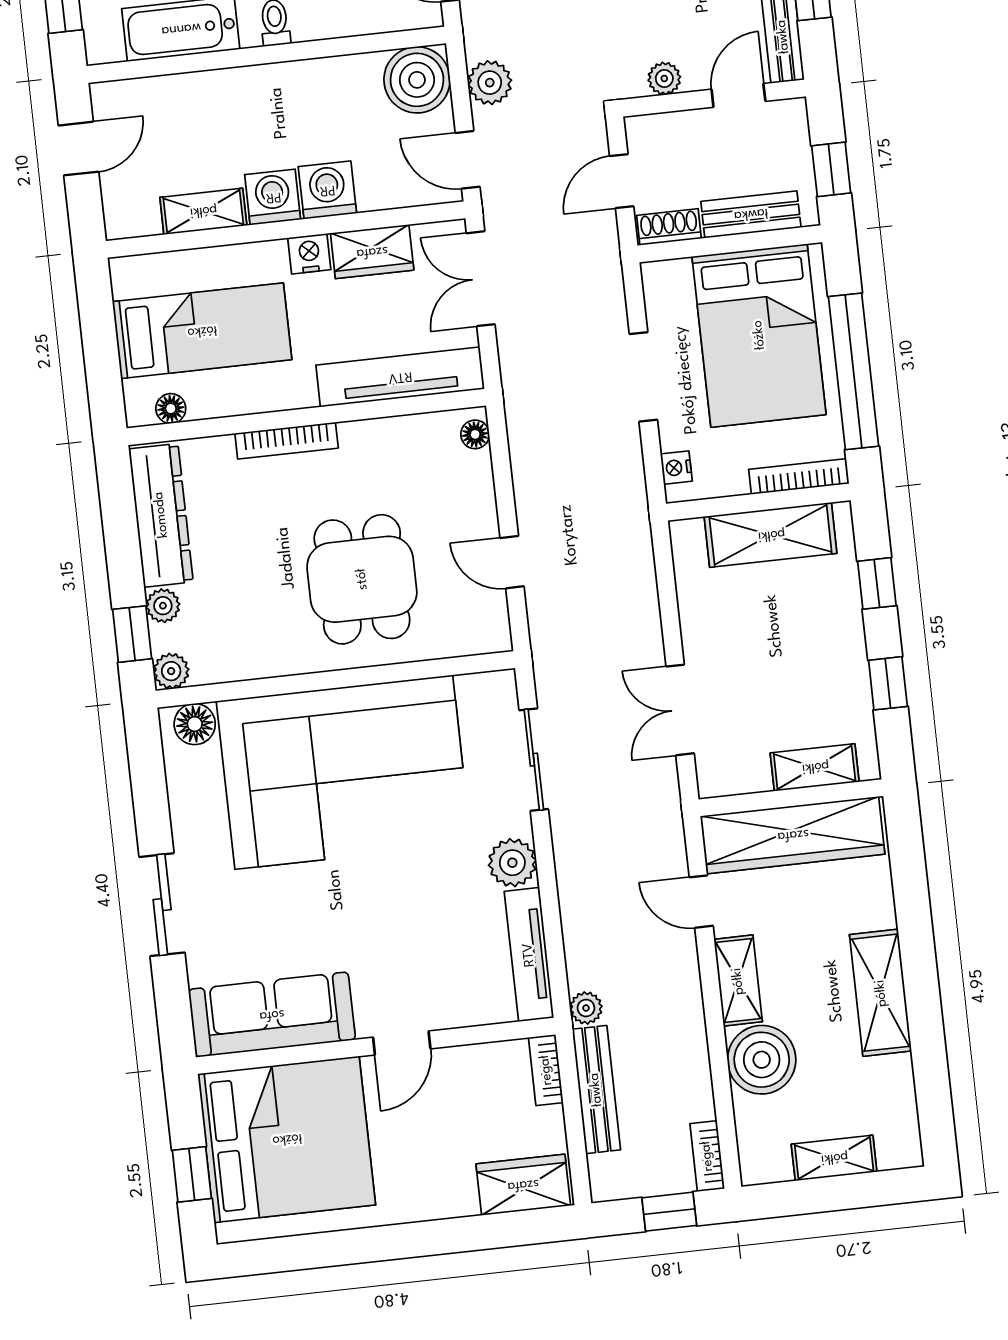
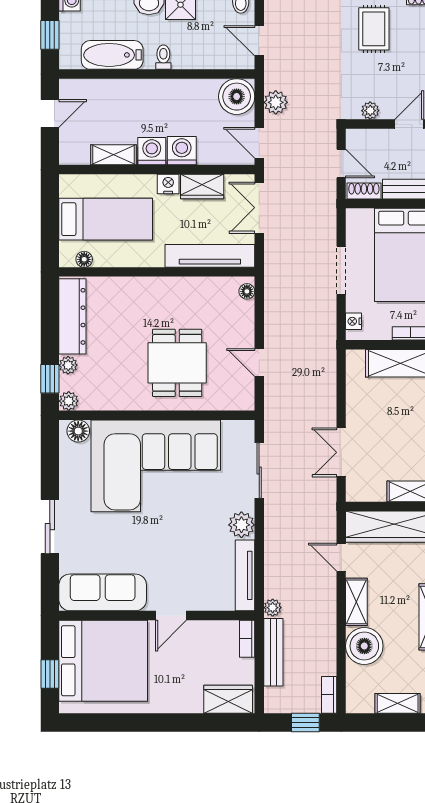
door: (622, 181) -> (341, 163), swing flipped
bookcase: (287, 441) -> (145, 284), removed

